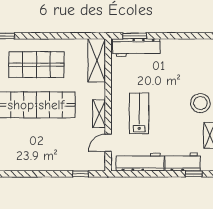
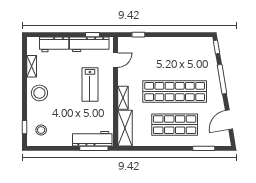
window: (134, 36) -> (94, 148), width x1.44
stool: (198, 58) -> (41, 130), added
shelving: (99, 114) -> (123, 98), moved
window: (194, 174) -> (92, 35), moved

